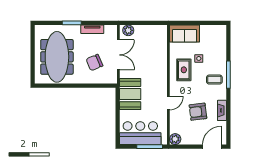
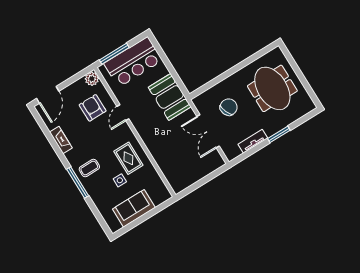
plant: (128, 30) -> (214, 164), removed
sofa: (185, 34) -> (134, 208), moved
meeting table: (57, 57) -> (272, 88), width x0.73
armchair: (198, 112) -> (93, 108), moved, turned -83

